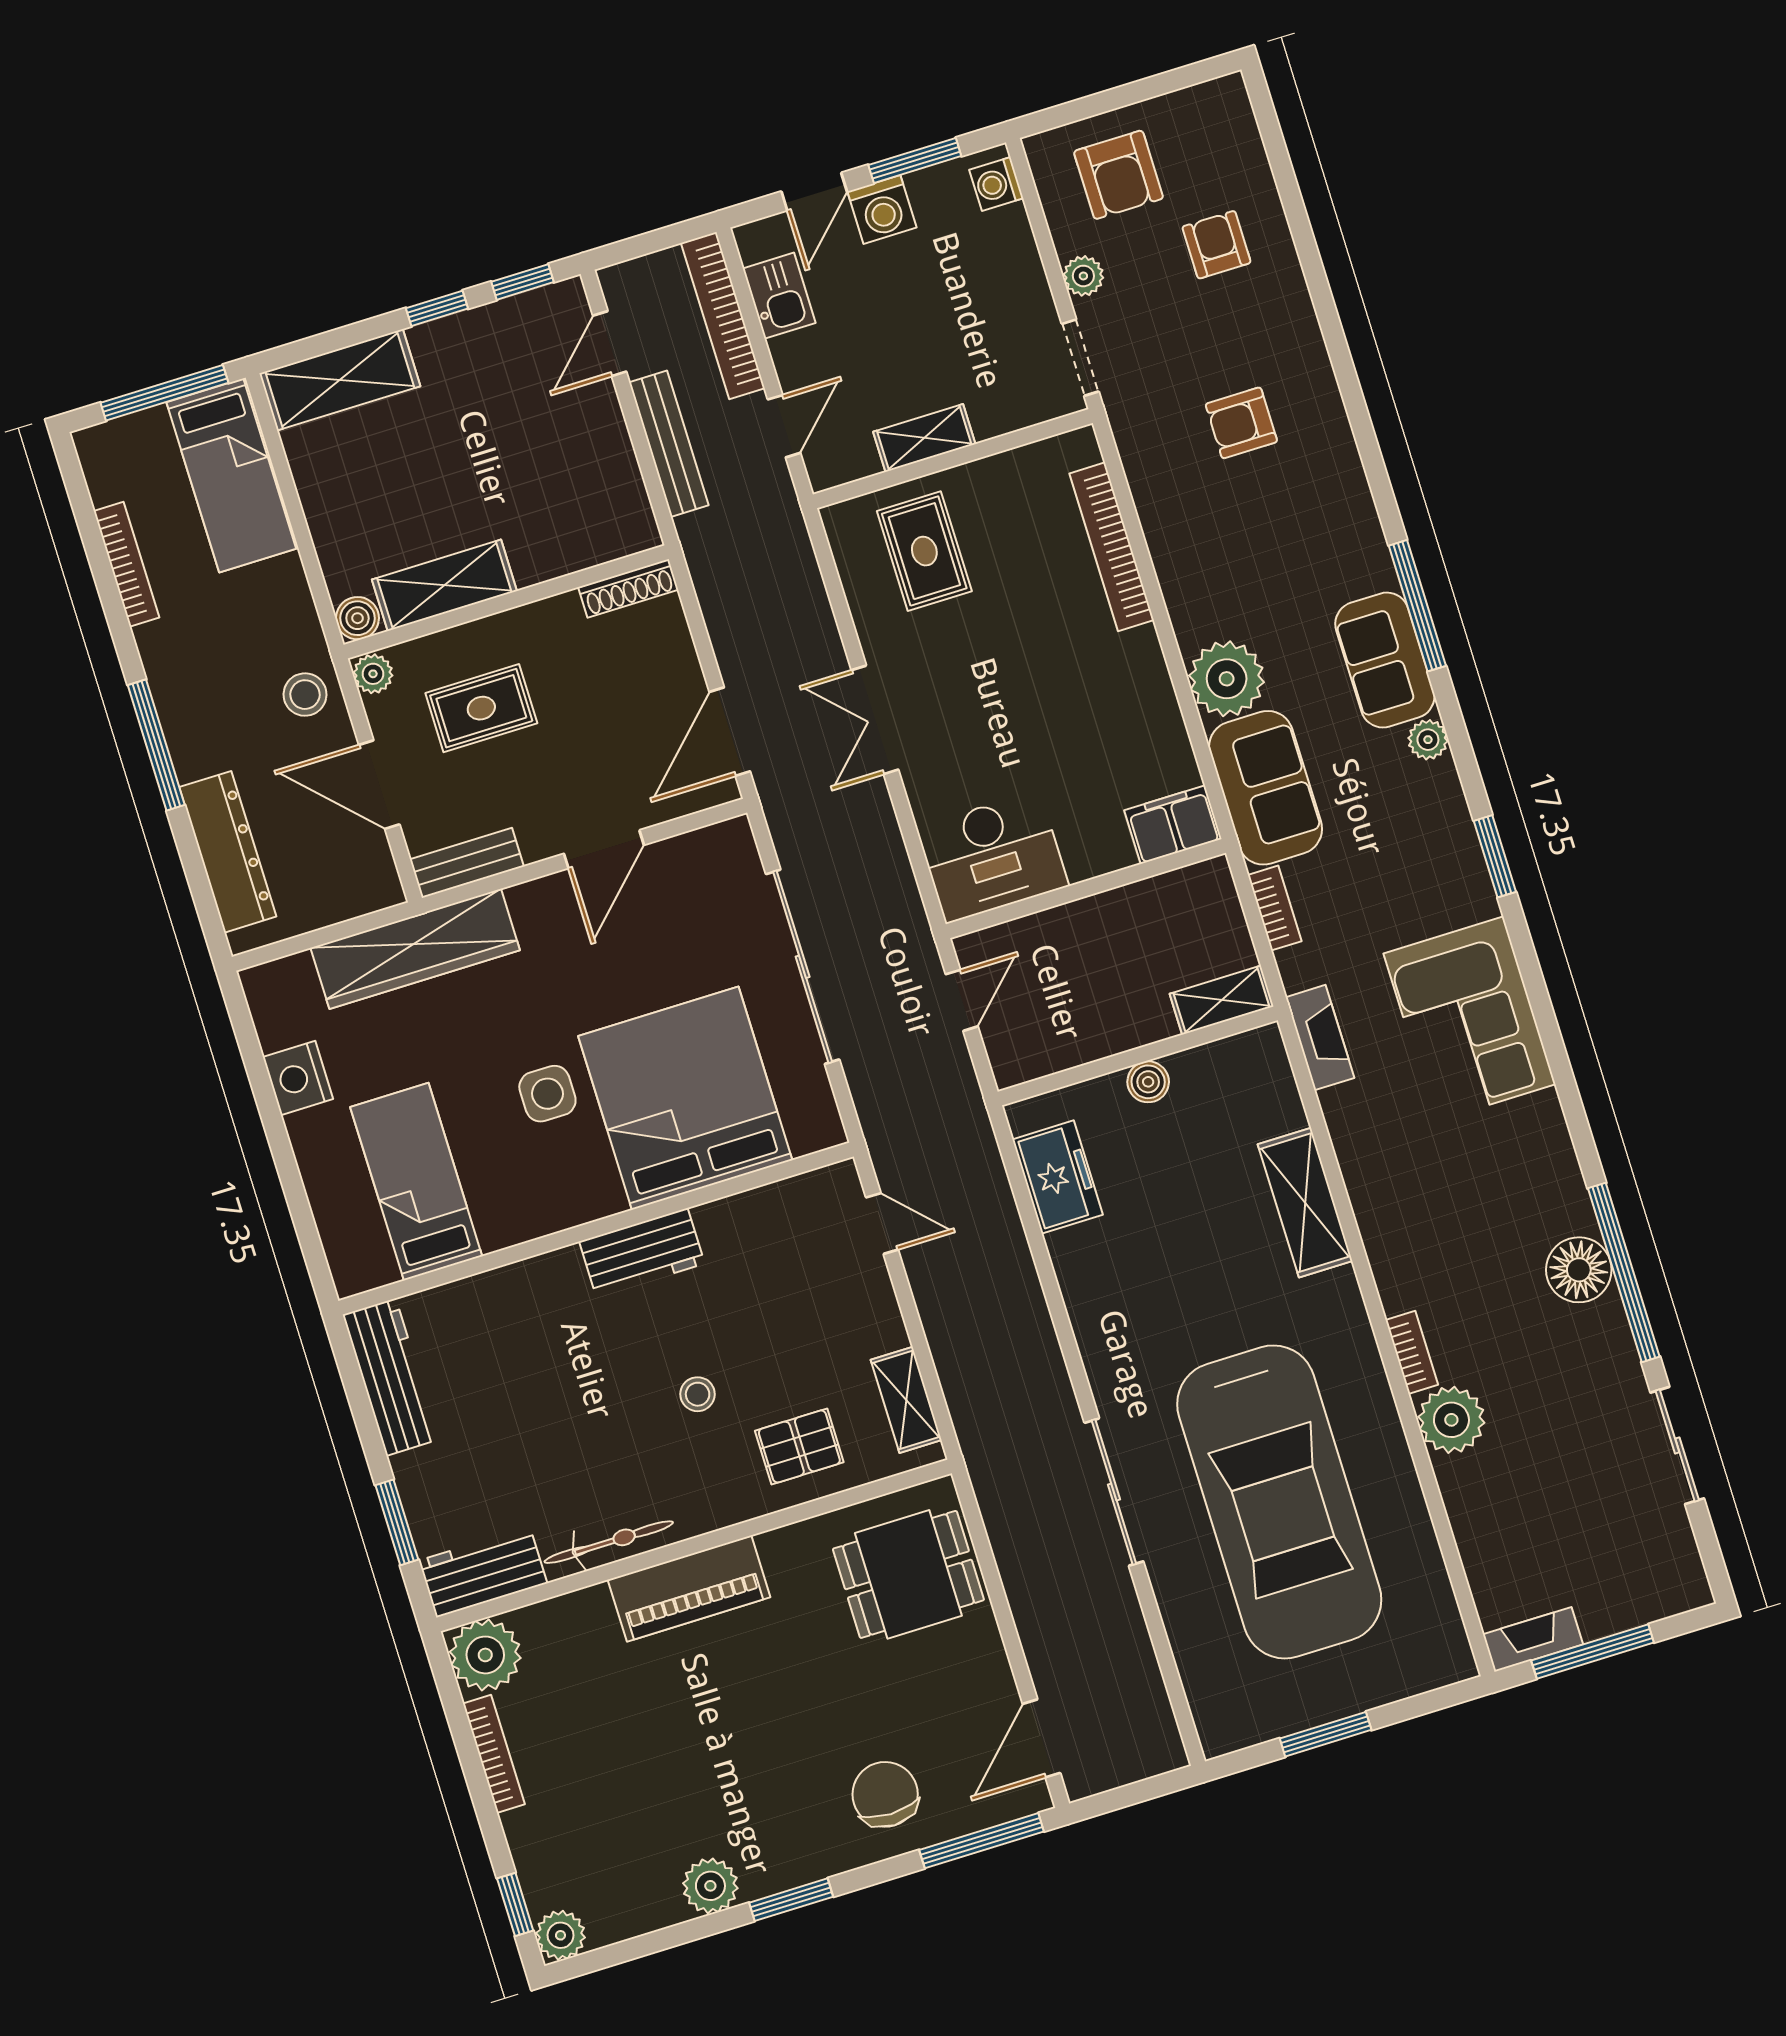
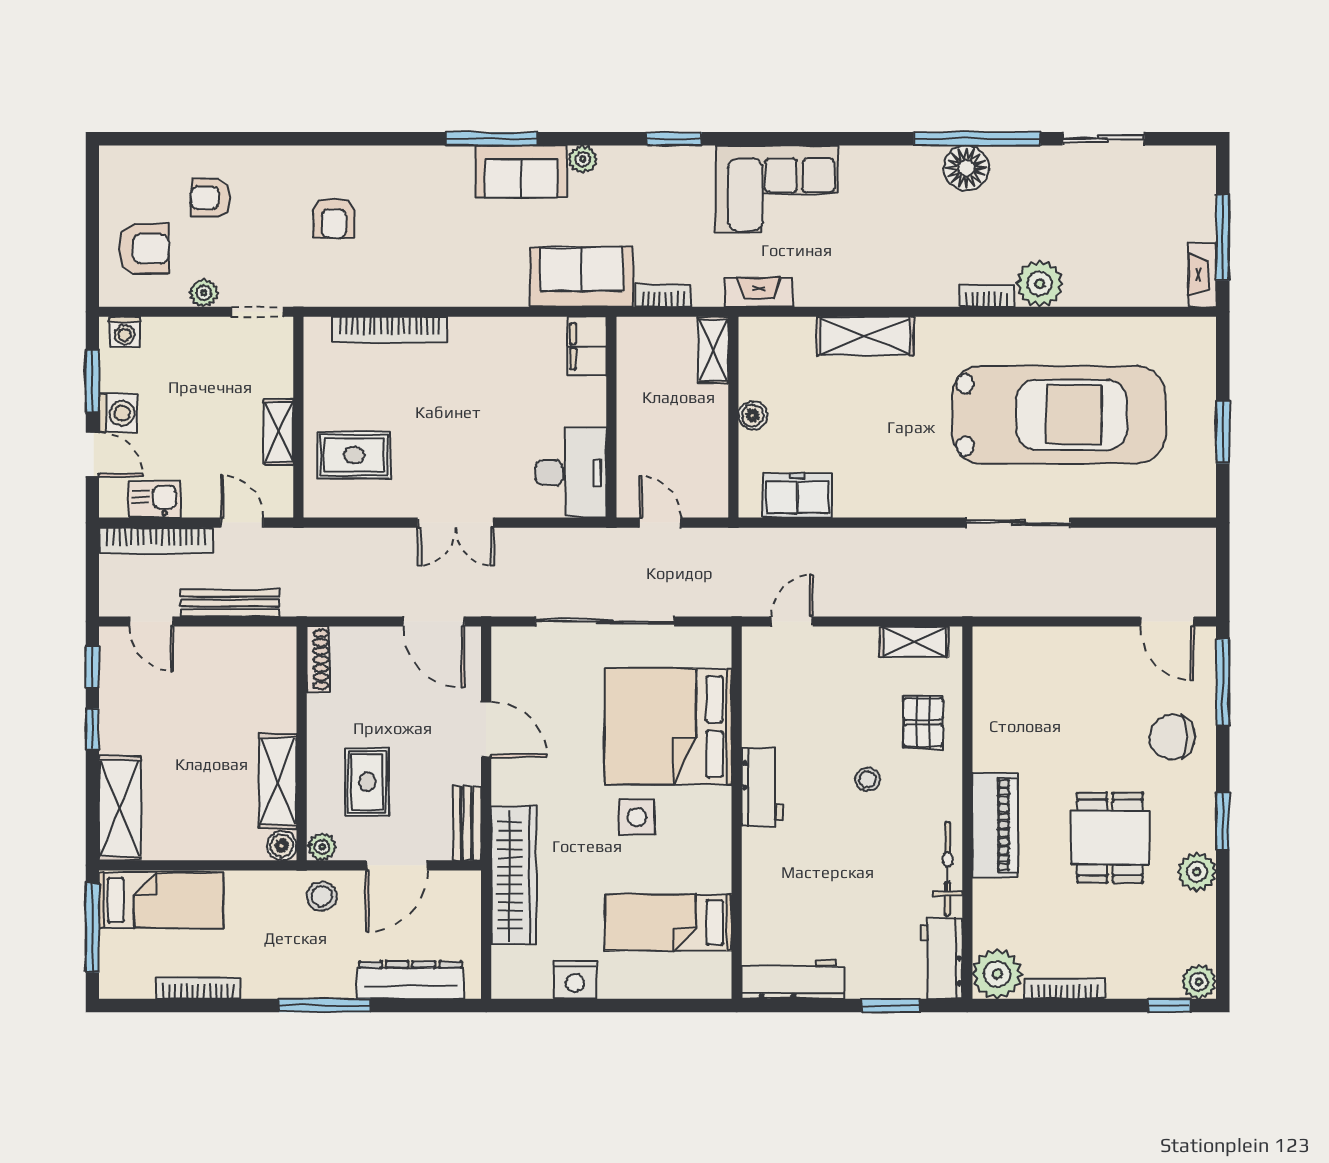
plant: (1227, 679) -> (501, 281), removed
dining table: (908, 1574) -> (1110, 838), moved

